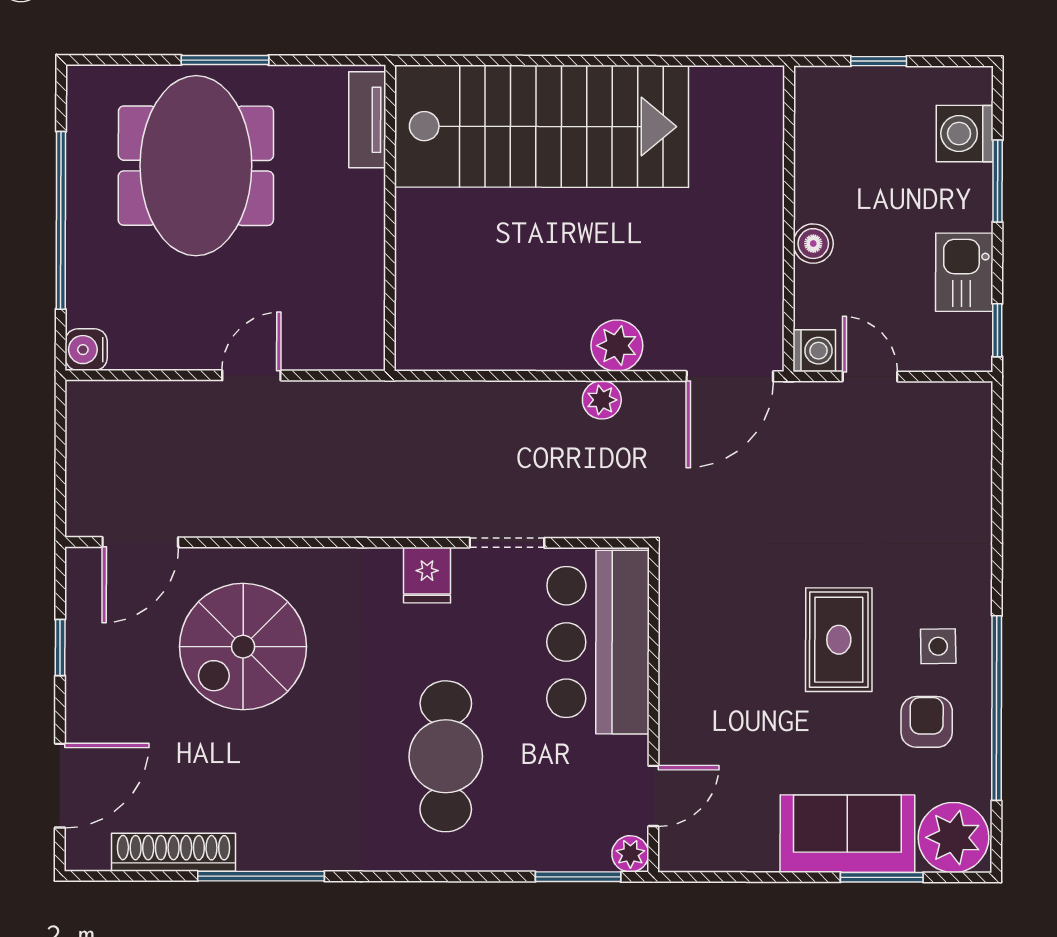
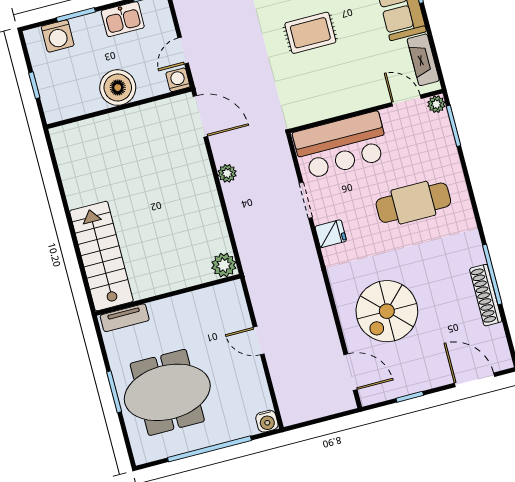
stairs: (542, 126) -> (101, 256), width x0.73, depth x0.66
boiler: (813, 244) -> (118, 88), width x1.86, depth x1.86
plant: (617, 346) -> (224, 265), moved
spiral stairs: (243, 647) -> (387, 311), turned 90
fireplace: (726, 851) -> (423, 60), added
shoe rack: (174, 852) -> (486, 295), moved

